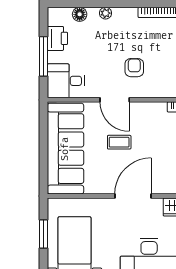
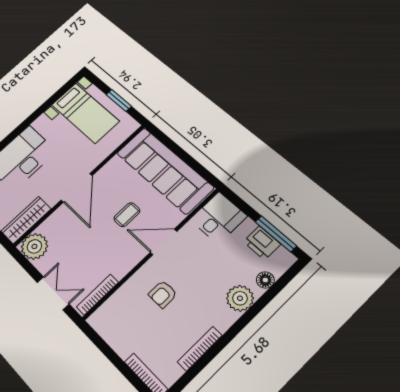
plant: (105, 13) -> (240, 298), width x1.87, depth x1.87
window: (43, 56) -> (276, 234), moved
armchair: (134, 68) -> (163, 294), moved, turned 90

